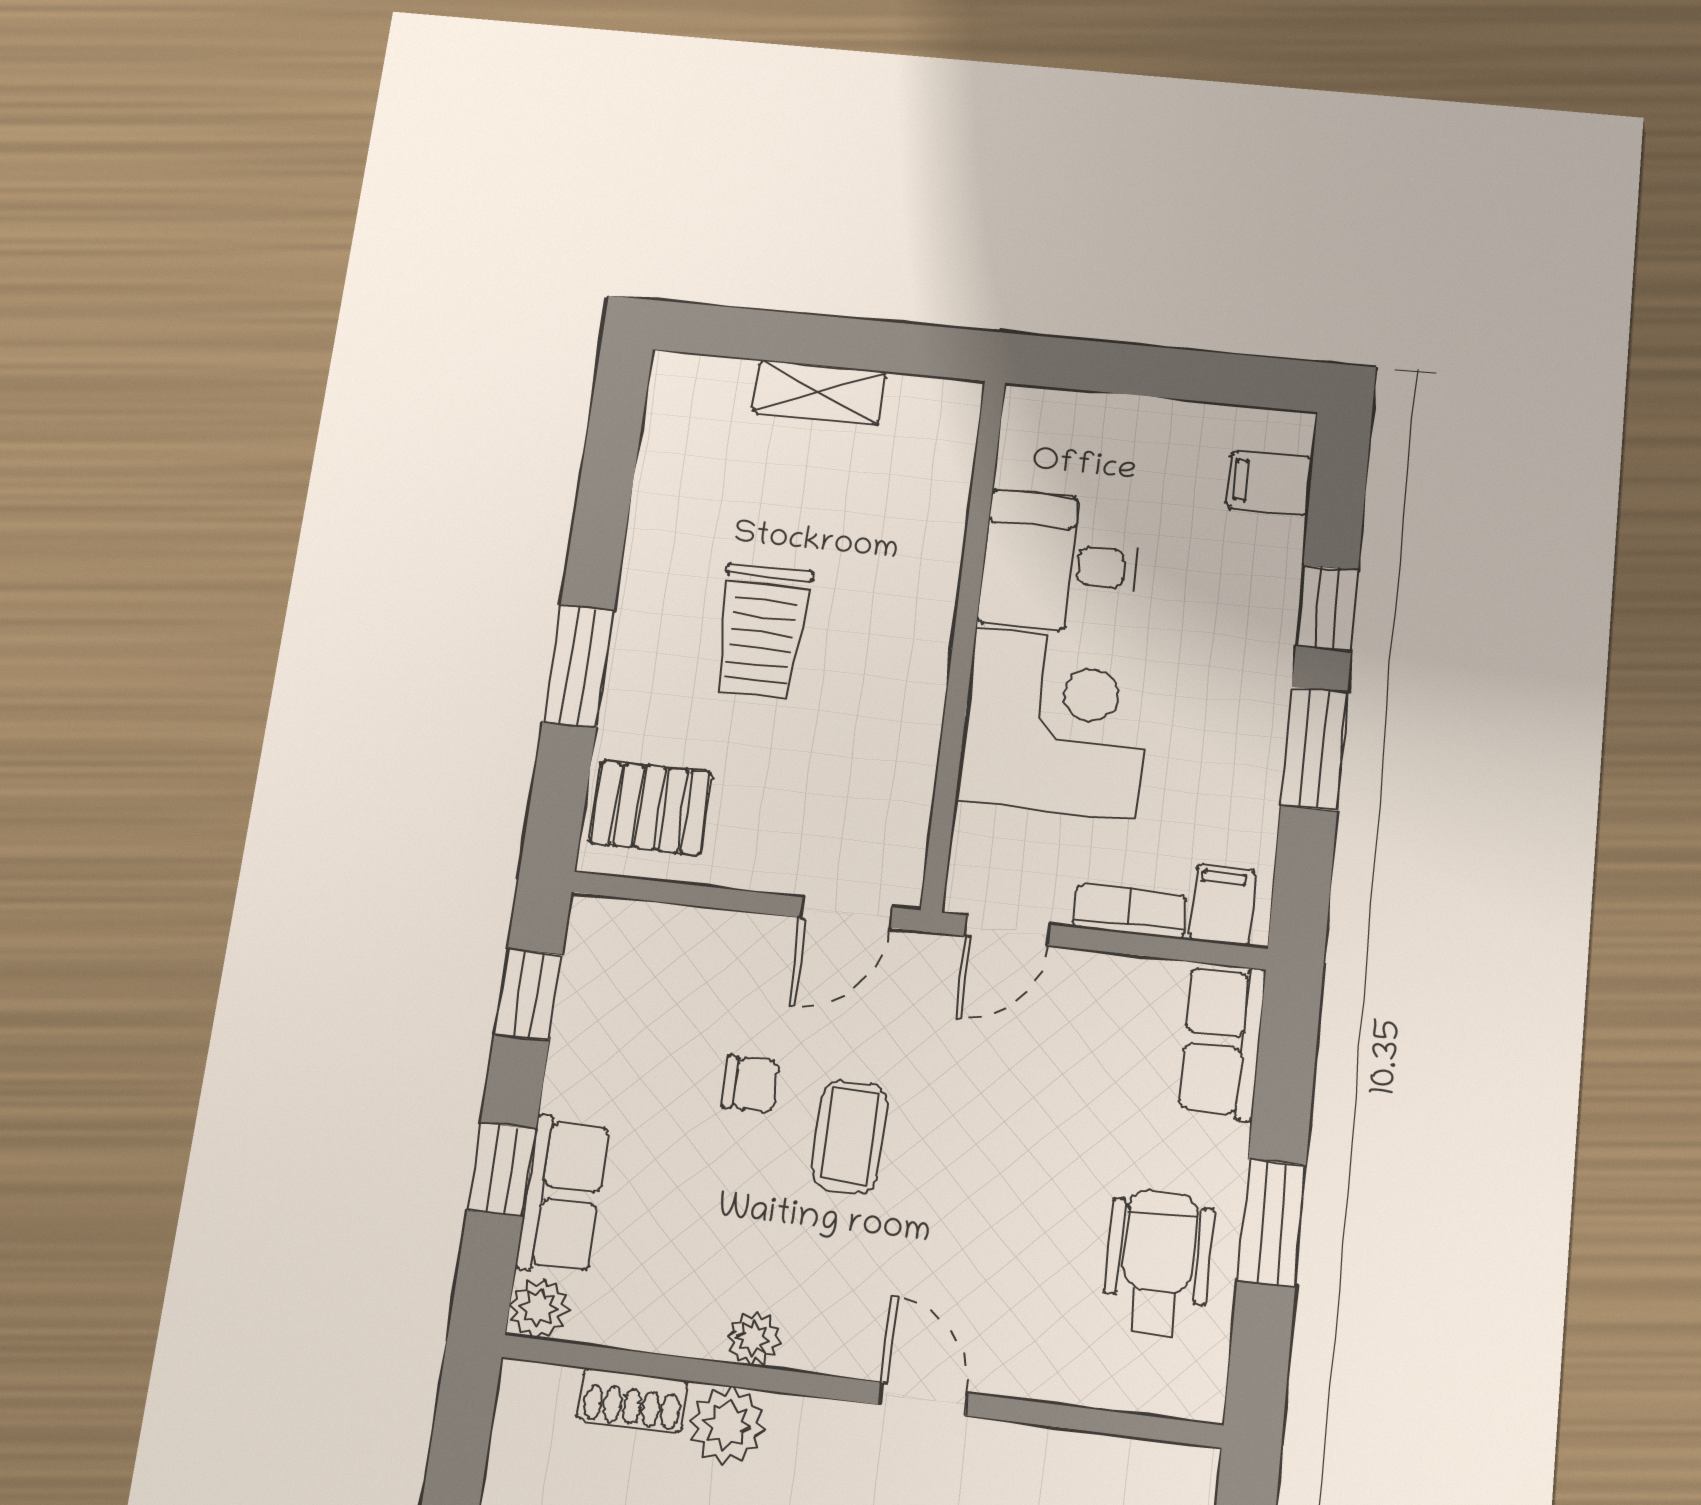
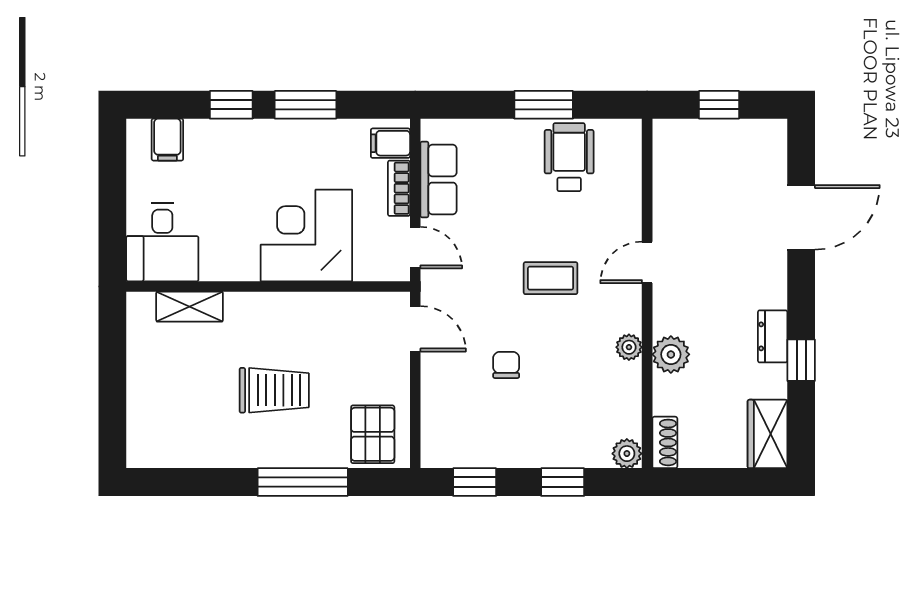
shelving: (819, 392) -> (190, 307), moved, turned 90
desk: (1060, 563) -> (162, 242), moved
window: (578, 666) -> (303, 482), width x1.44
row of seats: (1222, 1041) -> (439, 179), moved, turned -90
coffee table: (850, 1136) -> (551, 278), moved
row of seats: (563, 1195) -> (571, 450), removed
wheelchair: (1158, 1262) -> (569, 157), turned 90
shoe rack: (633, 1400) -> (665, 442), moved

